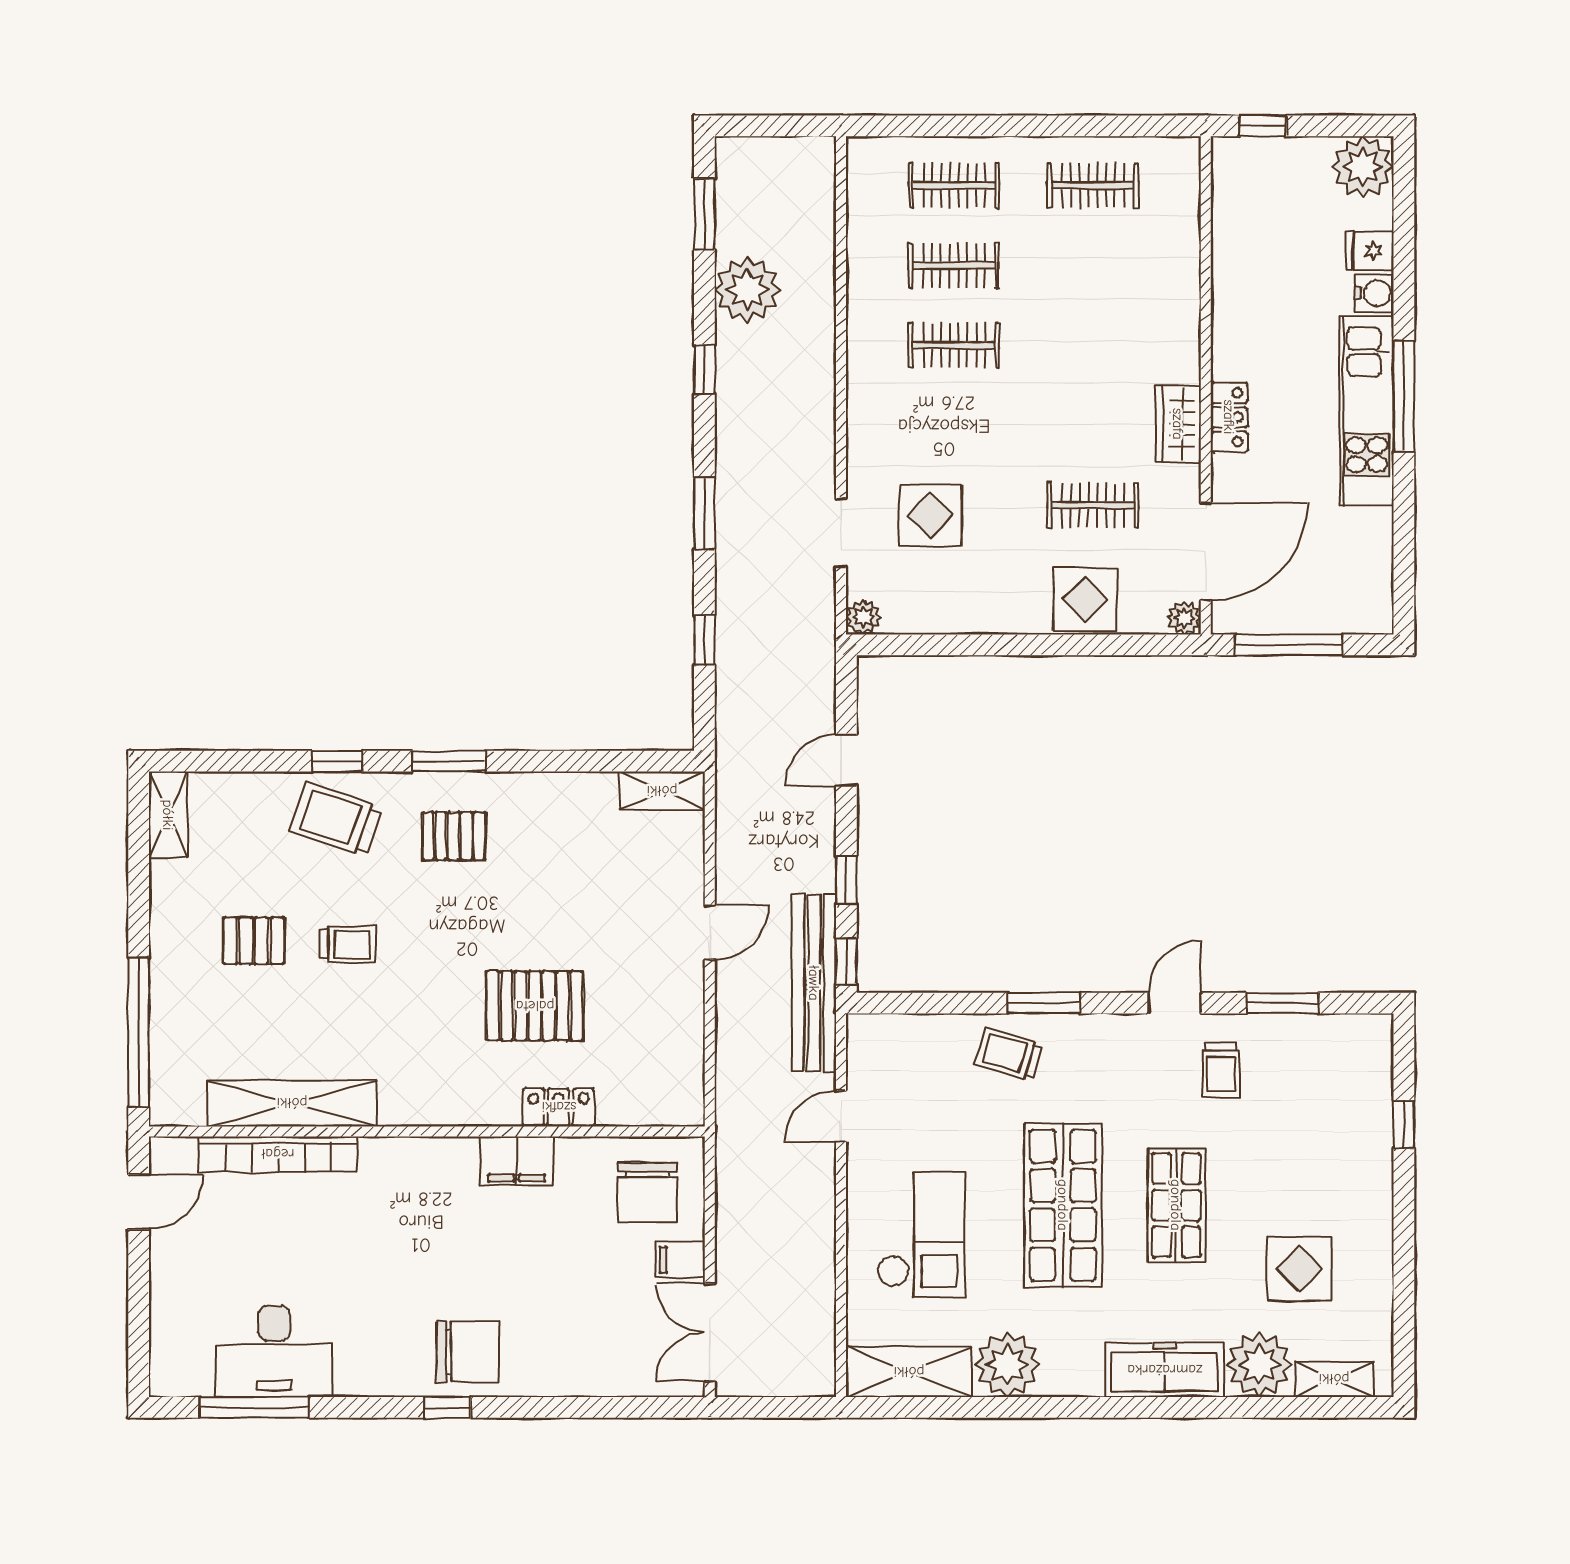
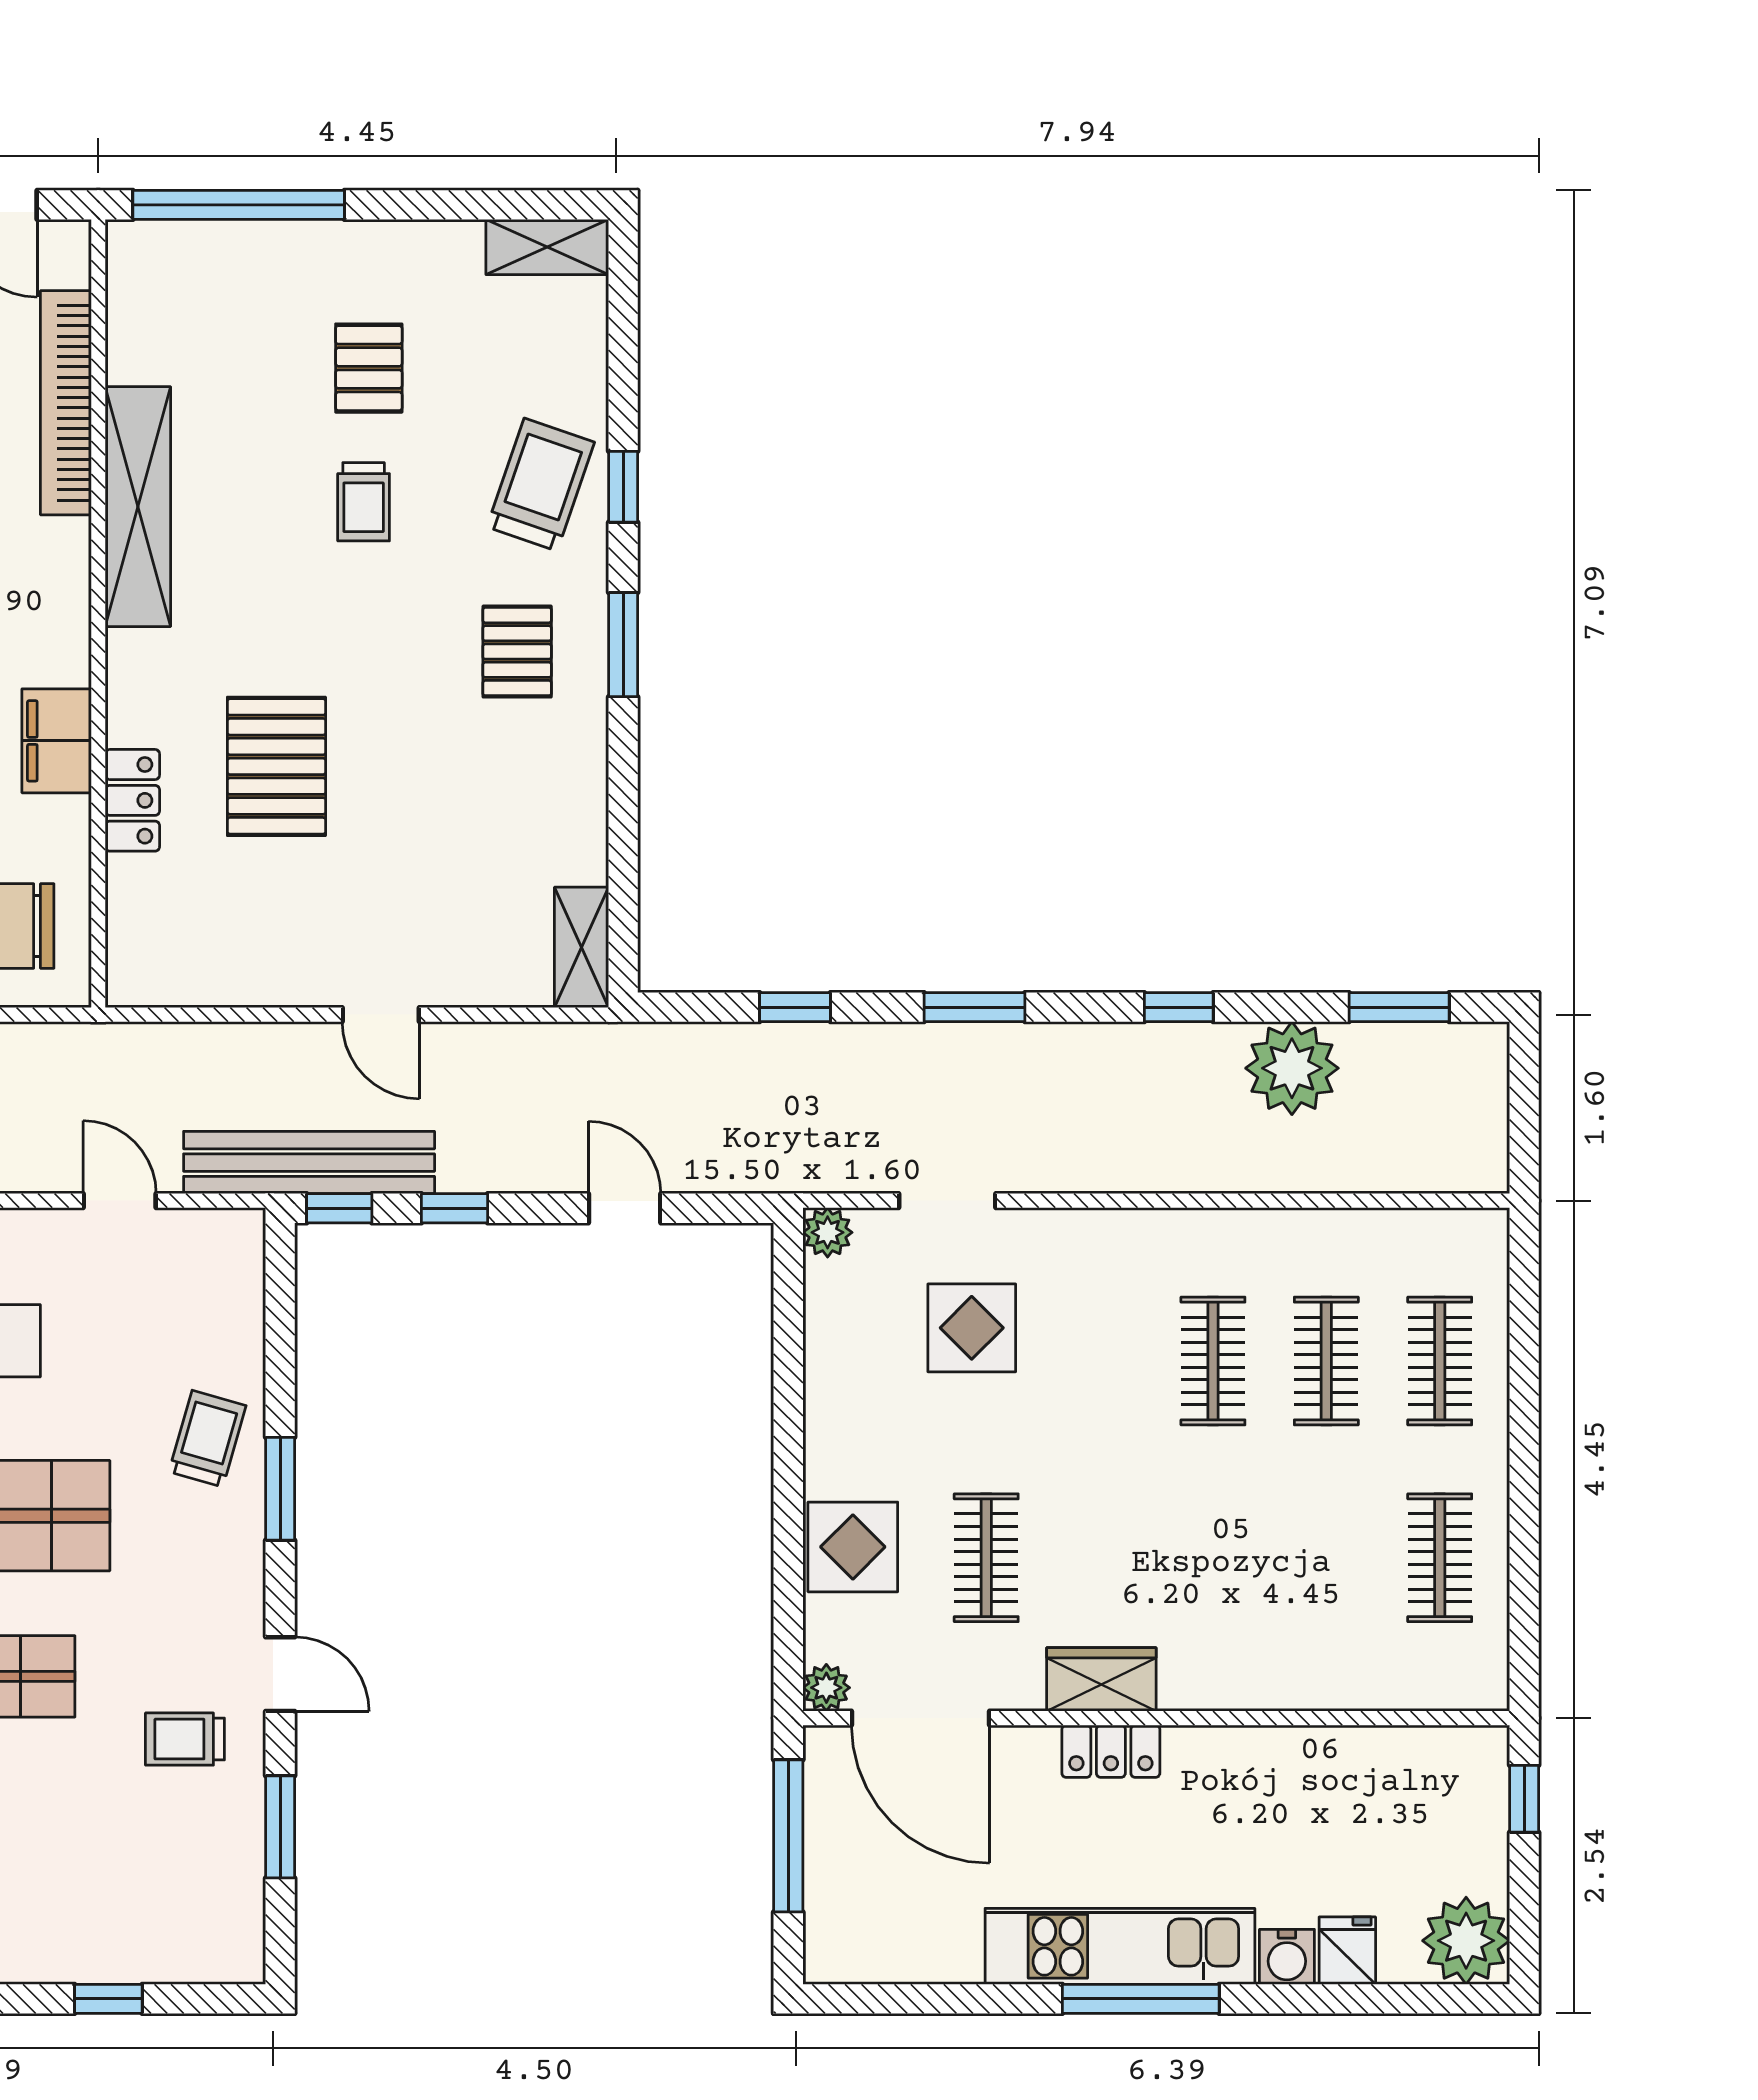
shelving: (292, 1103) -> (138, 507), moved

